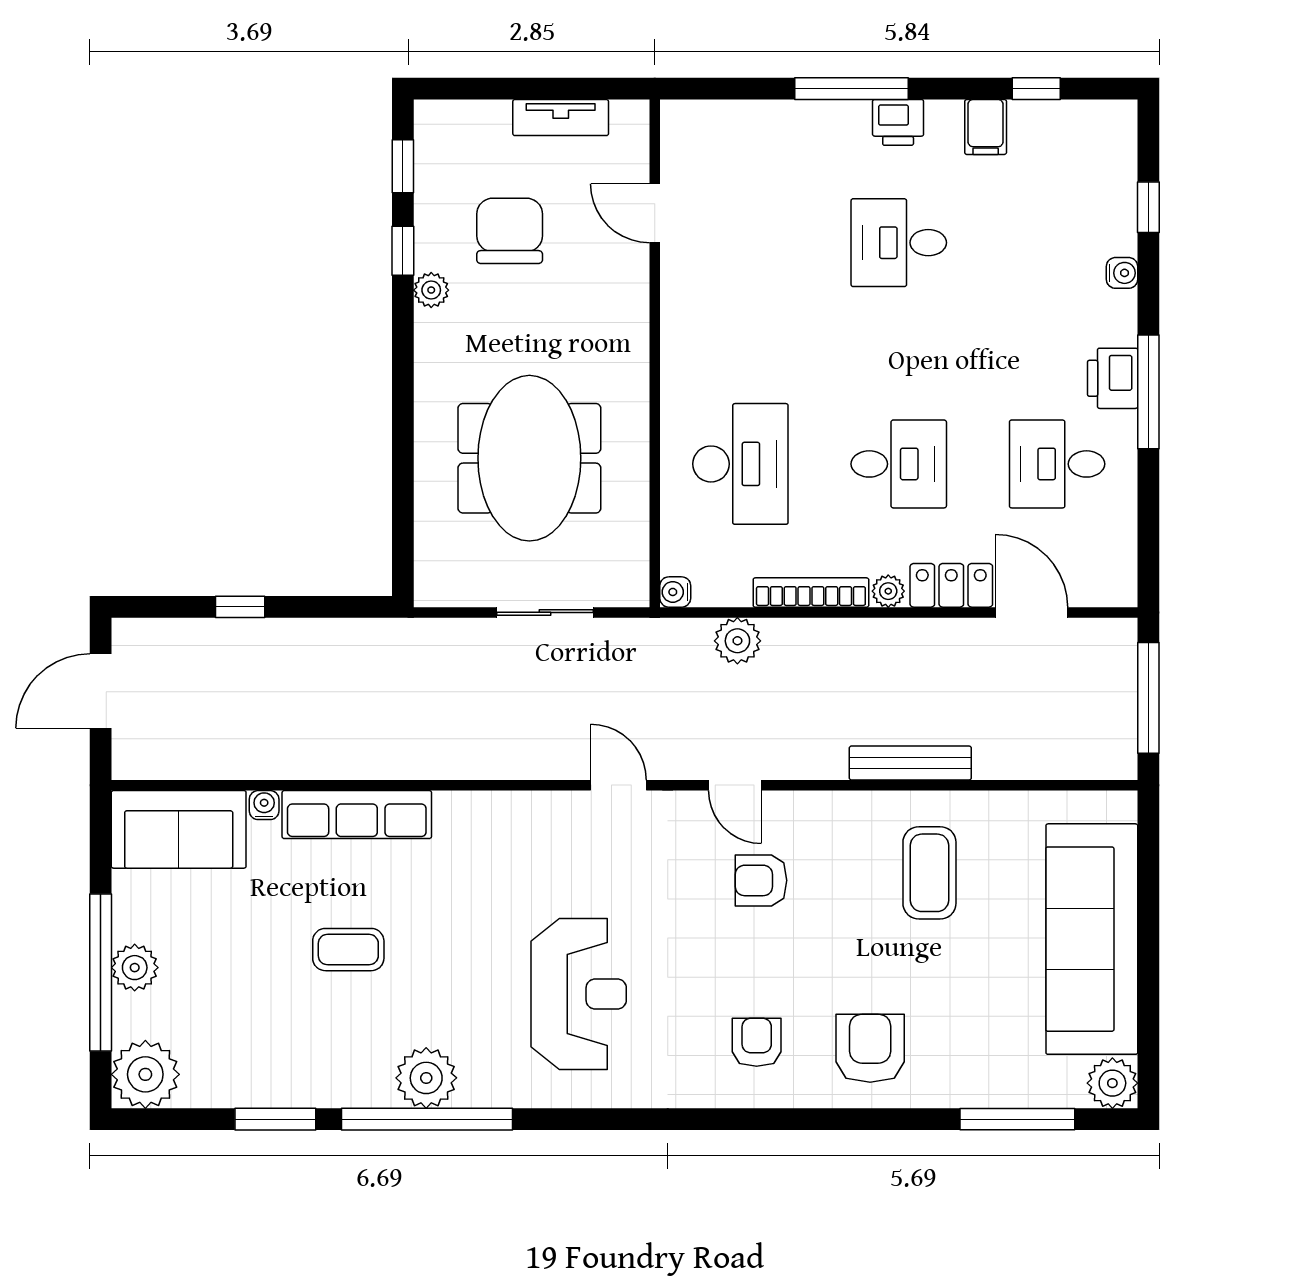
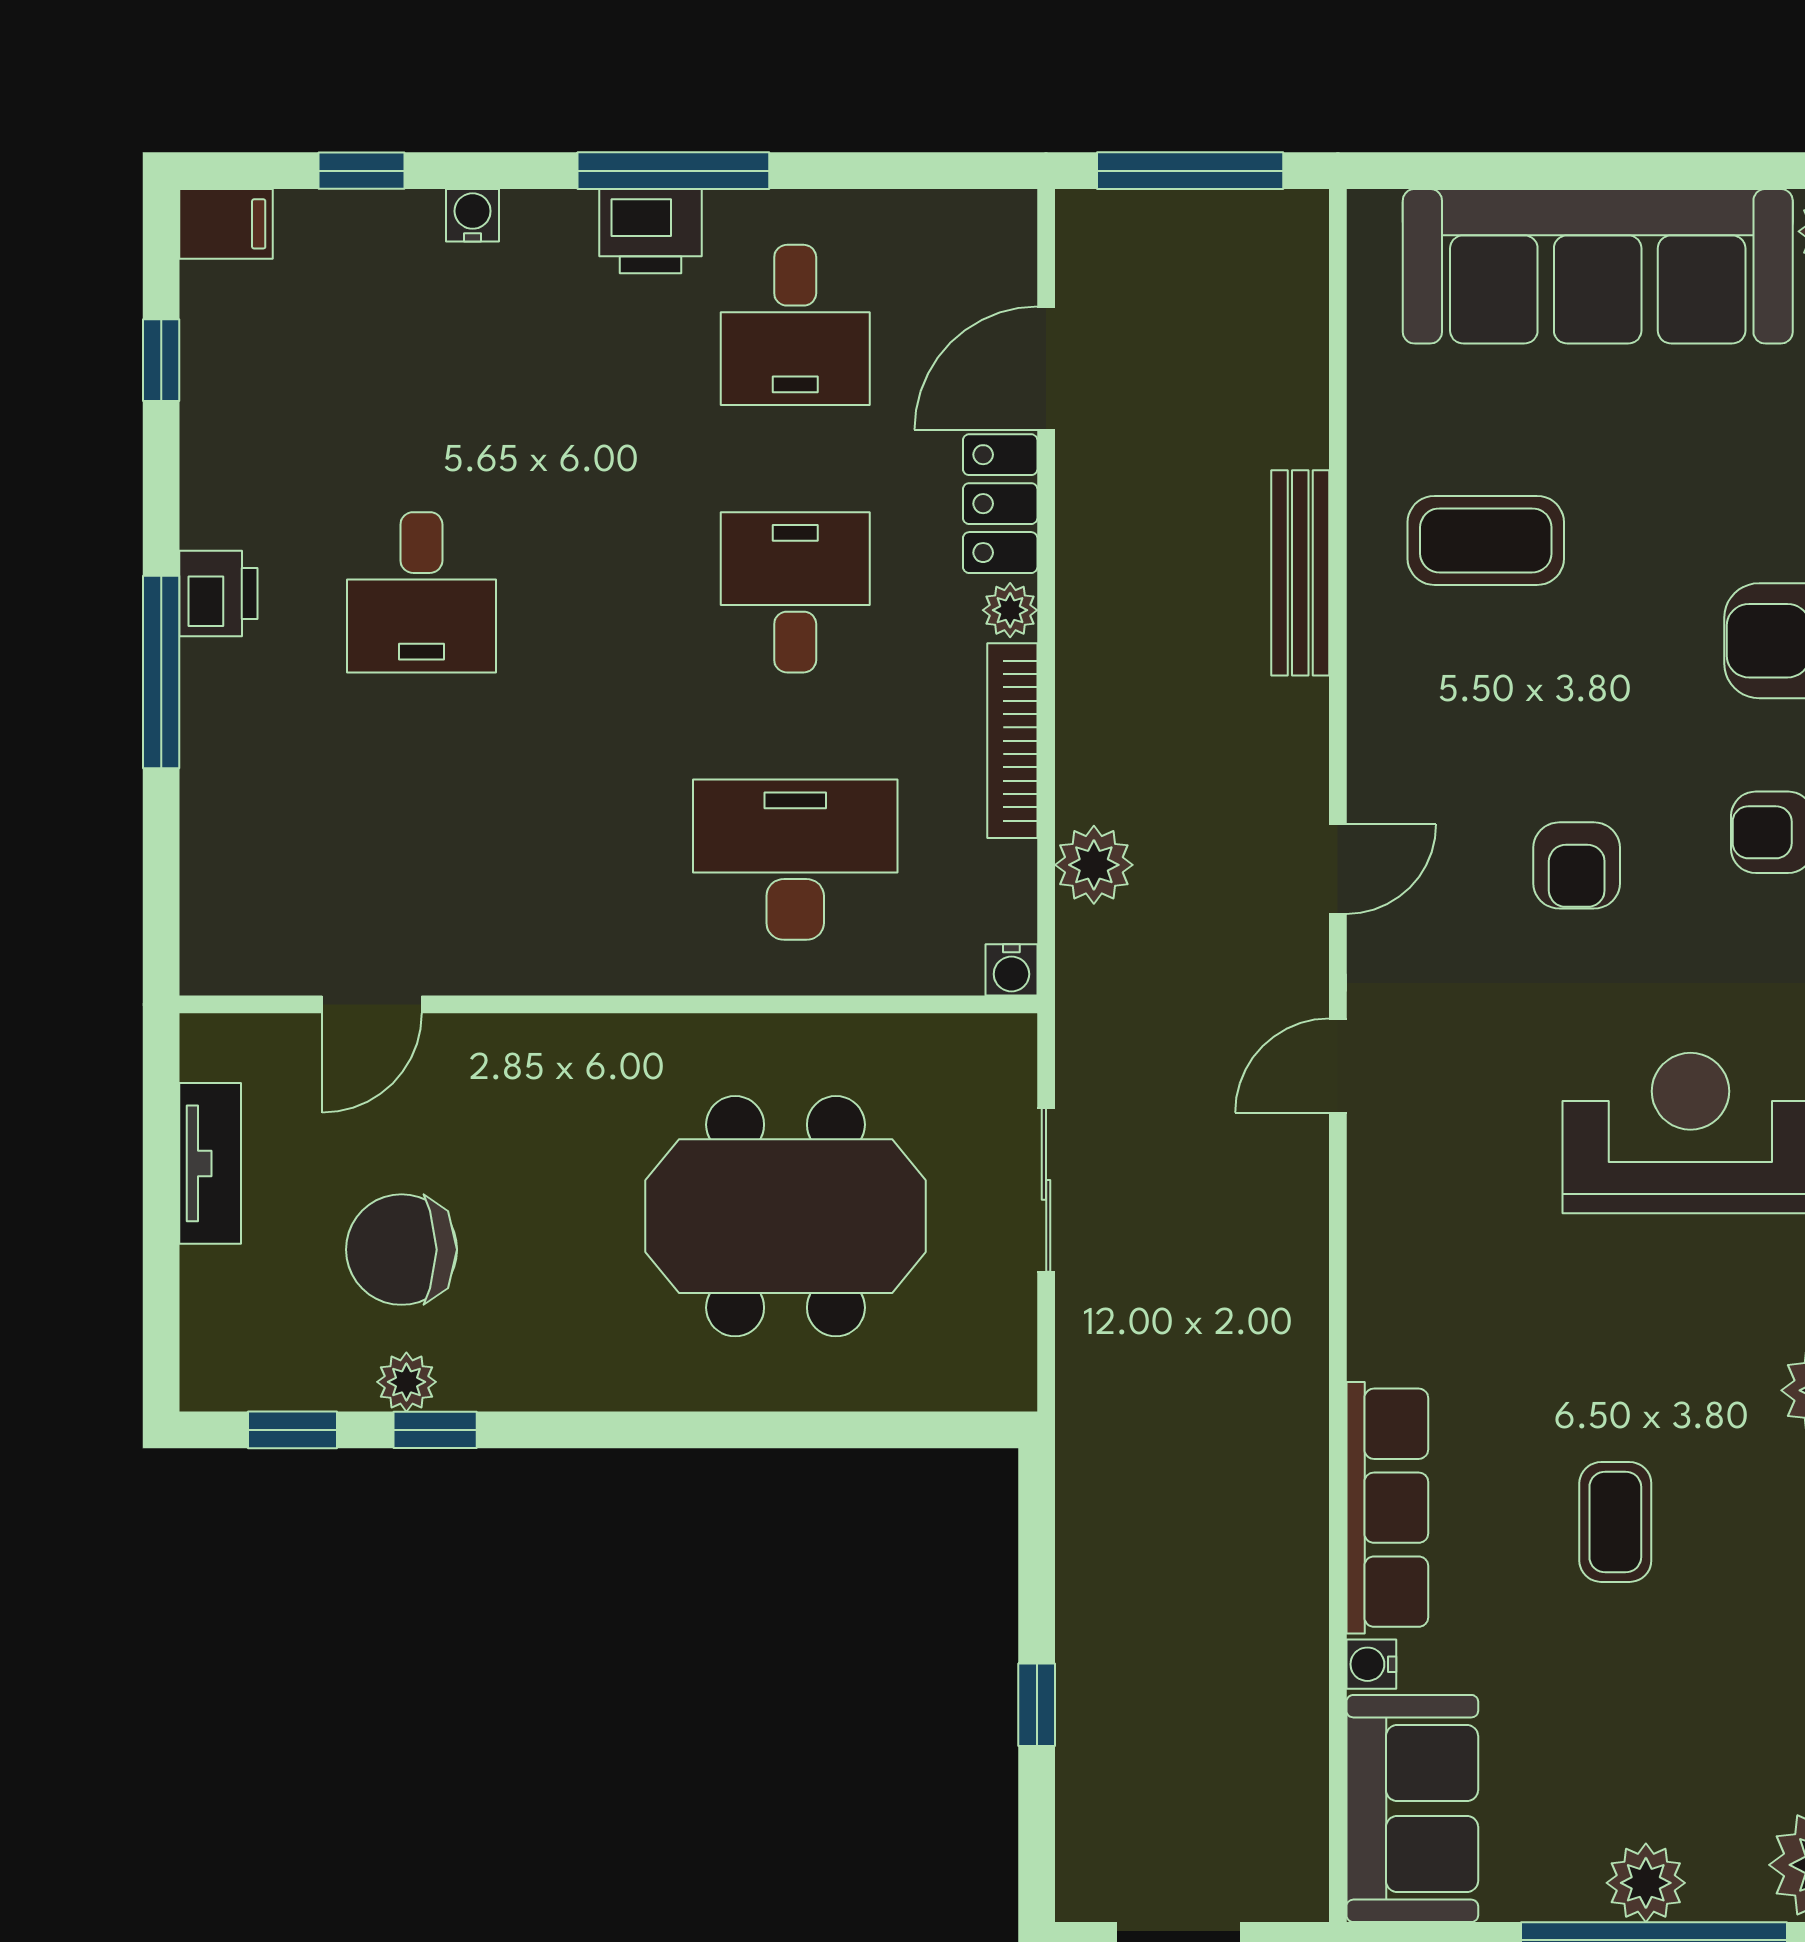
filing cabinet: (986, 127) -> (226, 224), moved
plant: (431, 290) -> (406, 1382), moved
armchair: (761, 880) -> (1577, 865), moved

